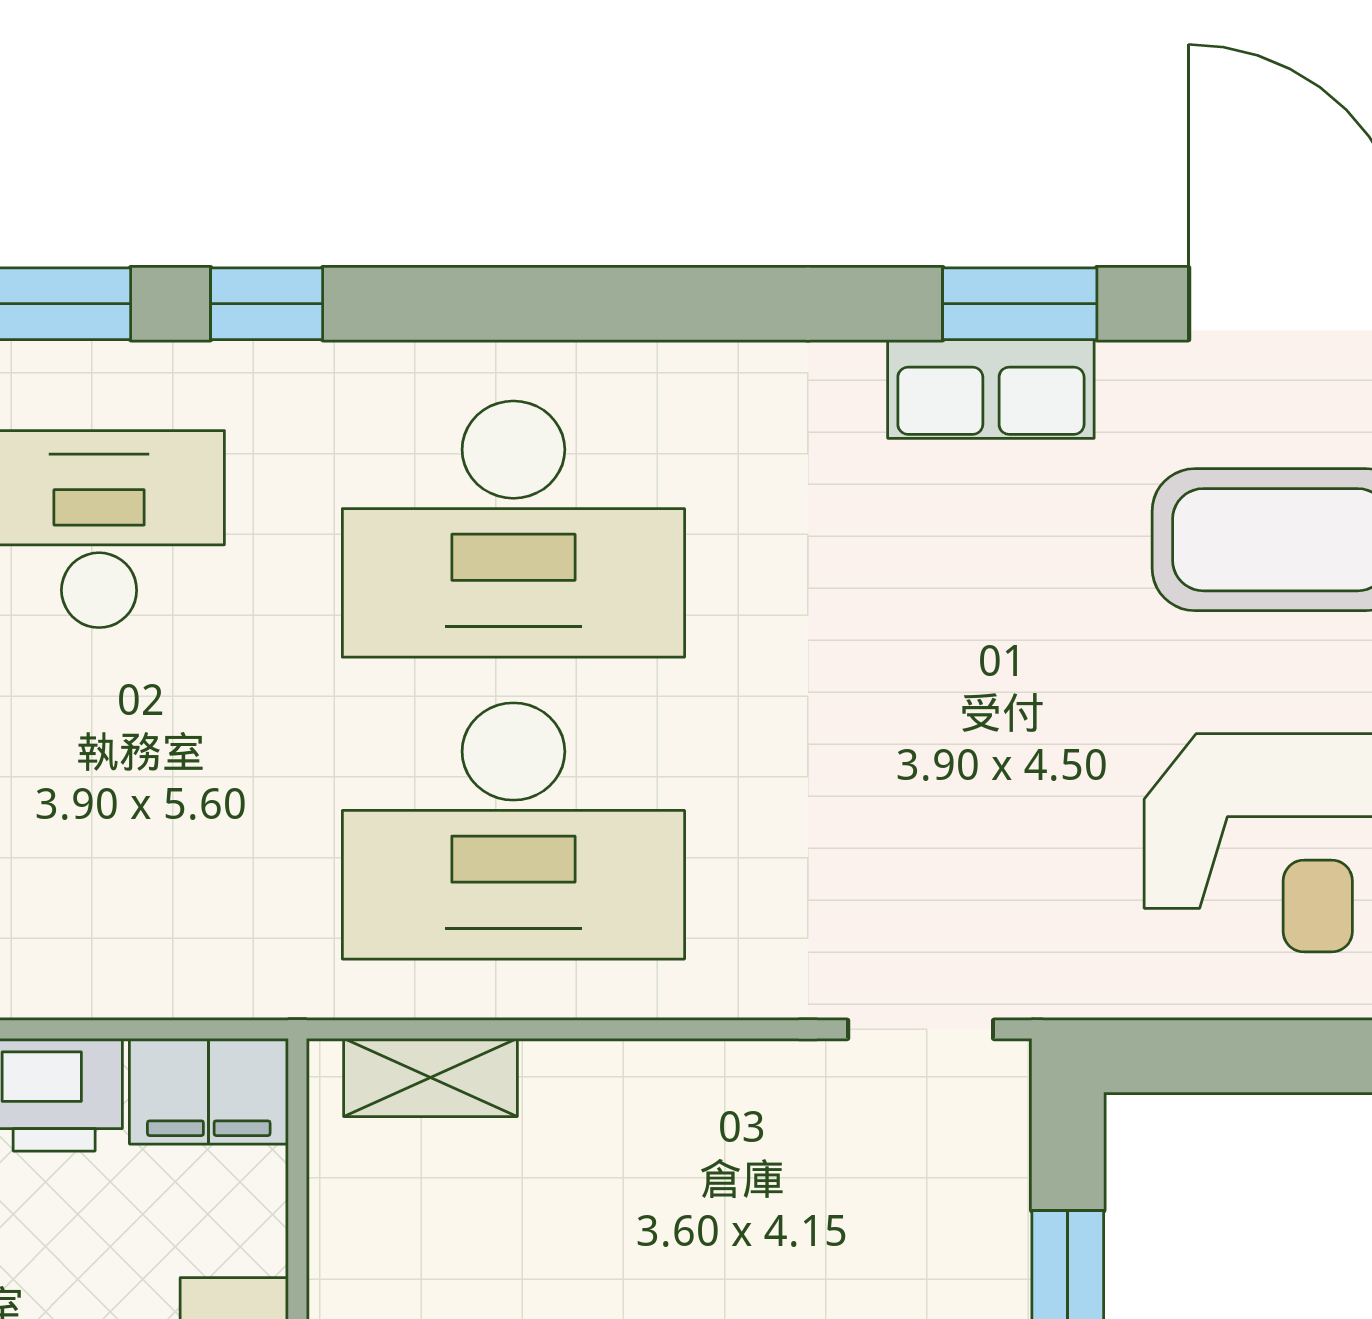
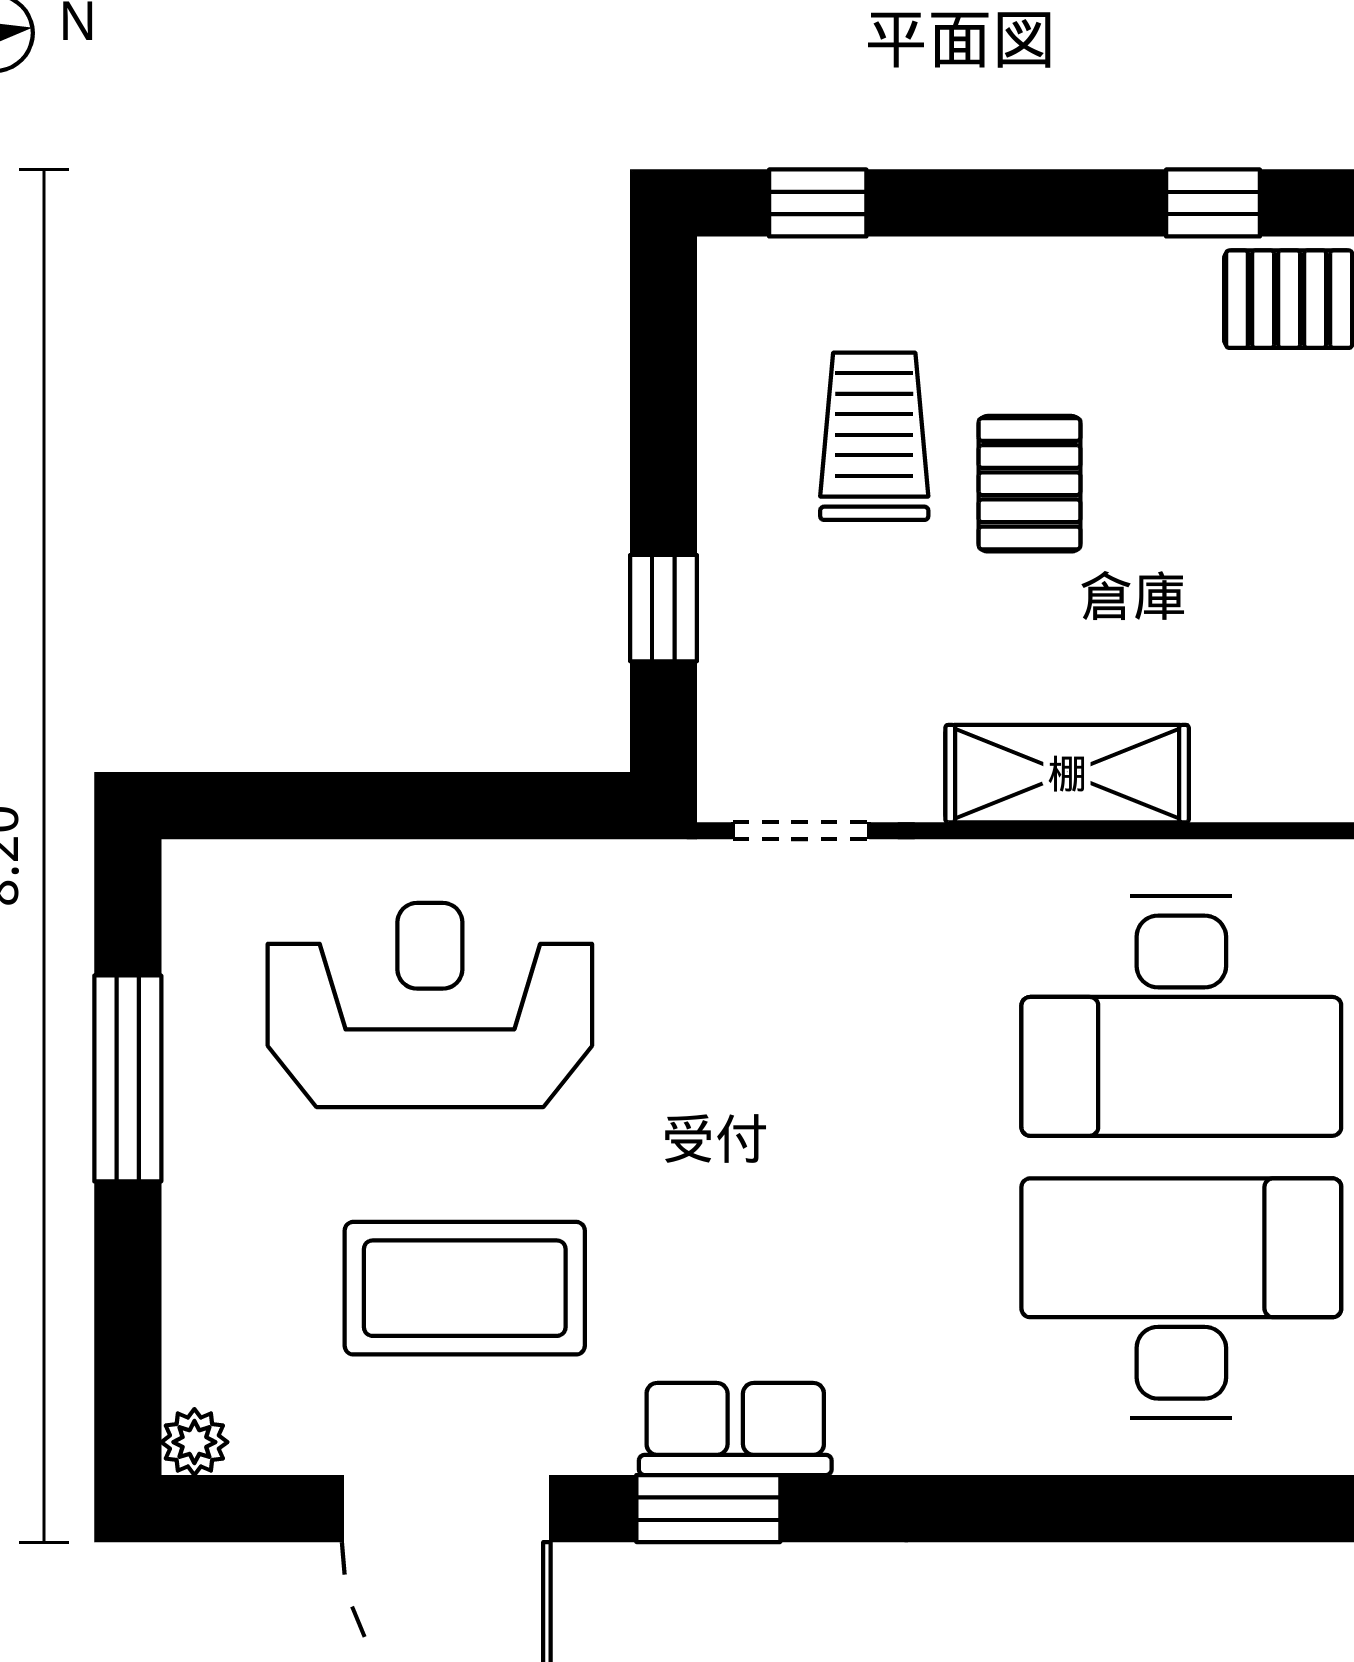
desk: (513, 831) -> (1181, 1016), turned 180
shelving: (430, 1077) -> (1067, 774), moved, width x1.50, depth x1.33

